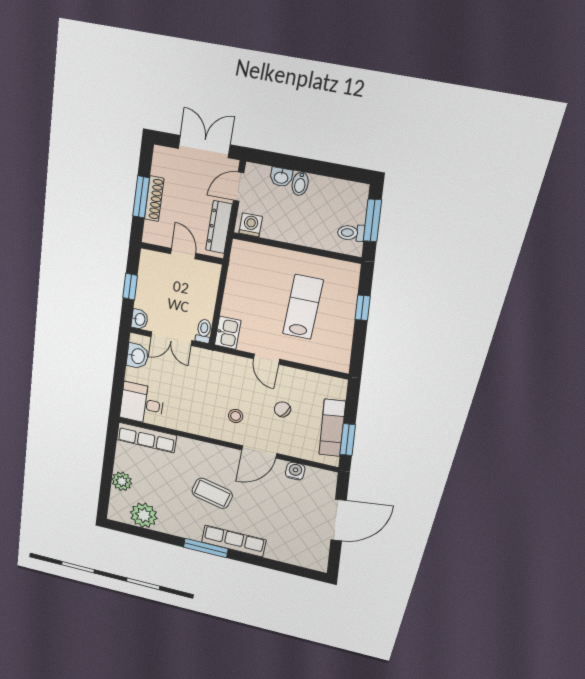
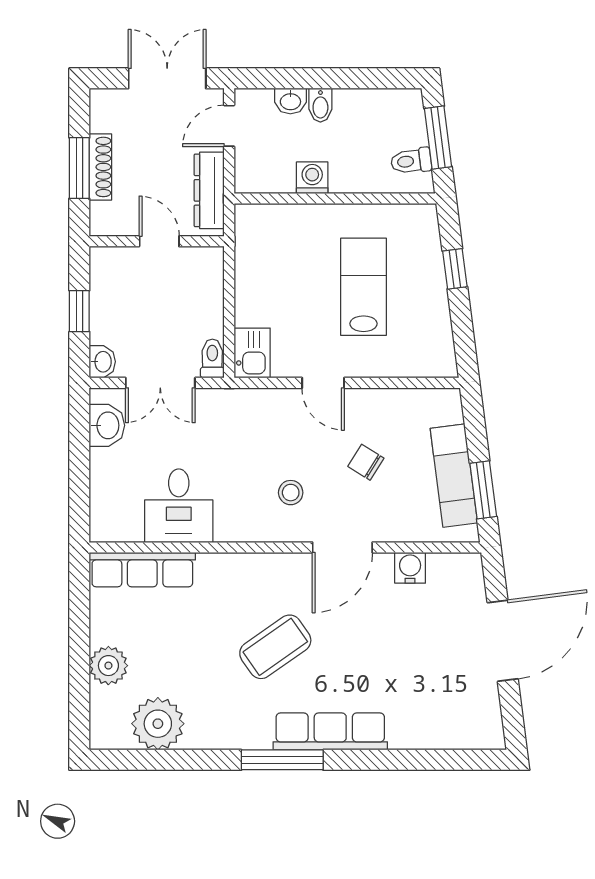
washing machine: (251, 225) -> (312, 178), moved
desk: (142, 404) -> (179, 506), moved, turned -90
coffee table: (212, 493) -> (275, 647), turned -48

